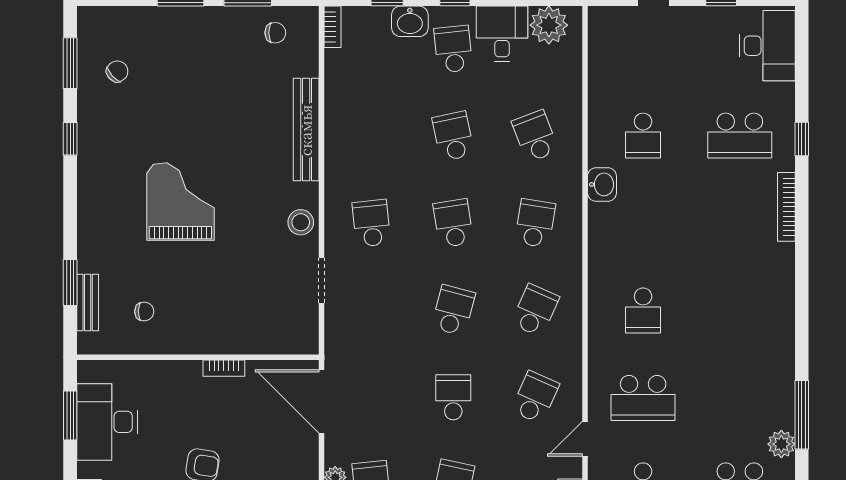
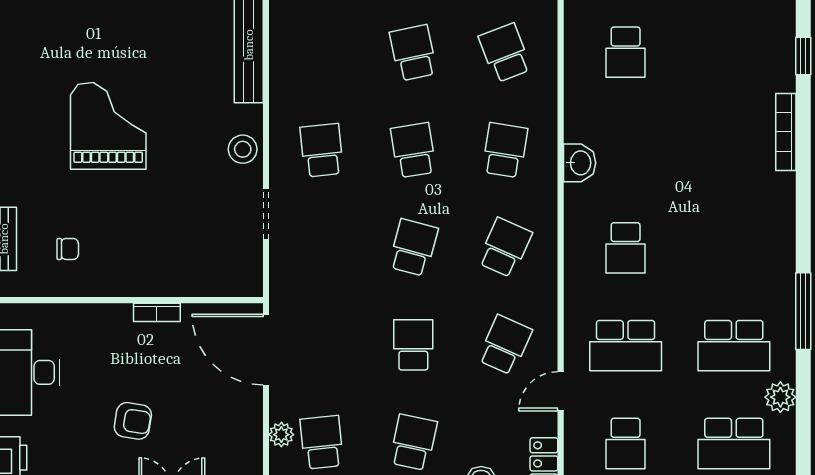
school desk: (740, 136) -> (734, 346), moved
washbasin: (602, 184) -> (580, 163), moved
window: (802, 415) -> (803, 311), moved

